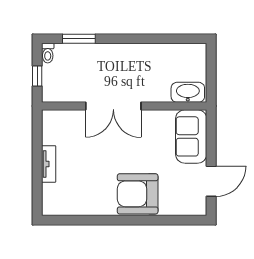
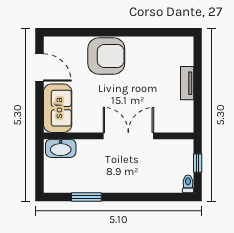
window: (79, 39) -> (86, 197), moved
door: (211, 181) -> (39, 67), swing flipped

